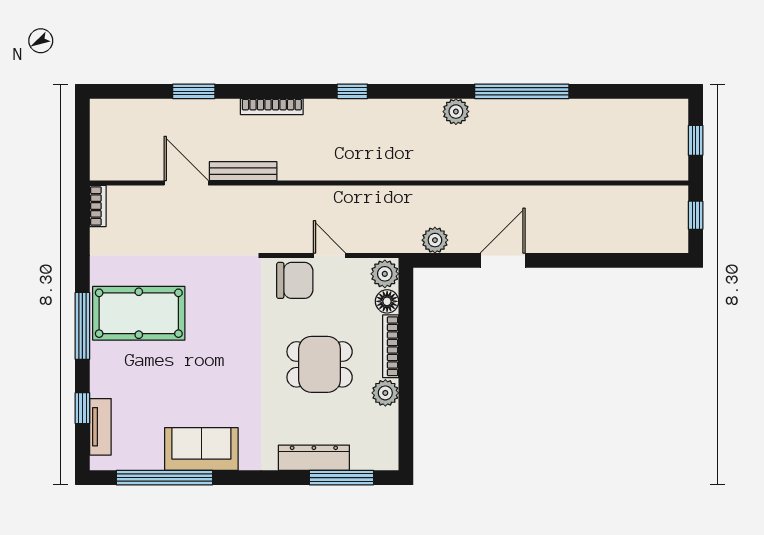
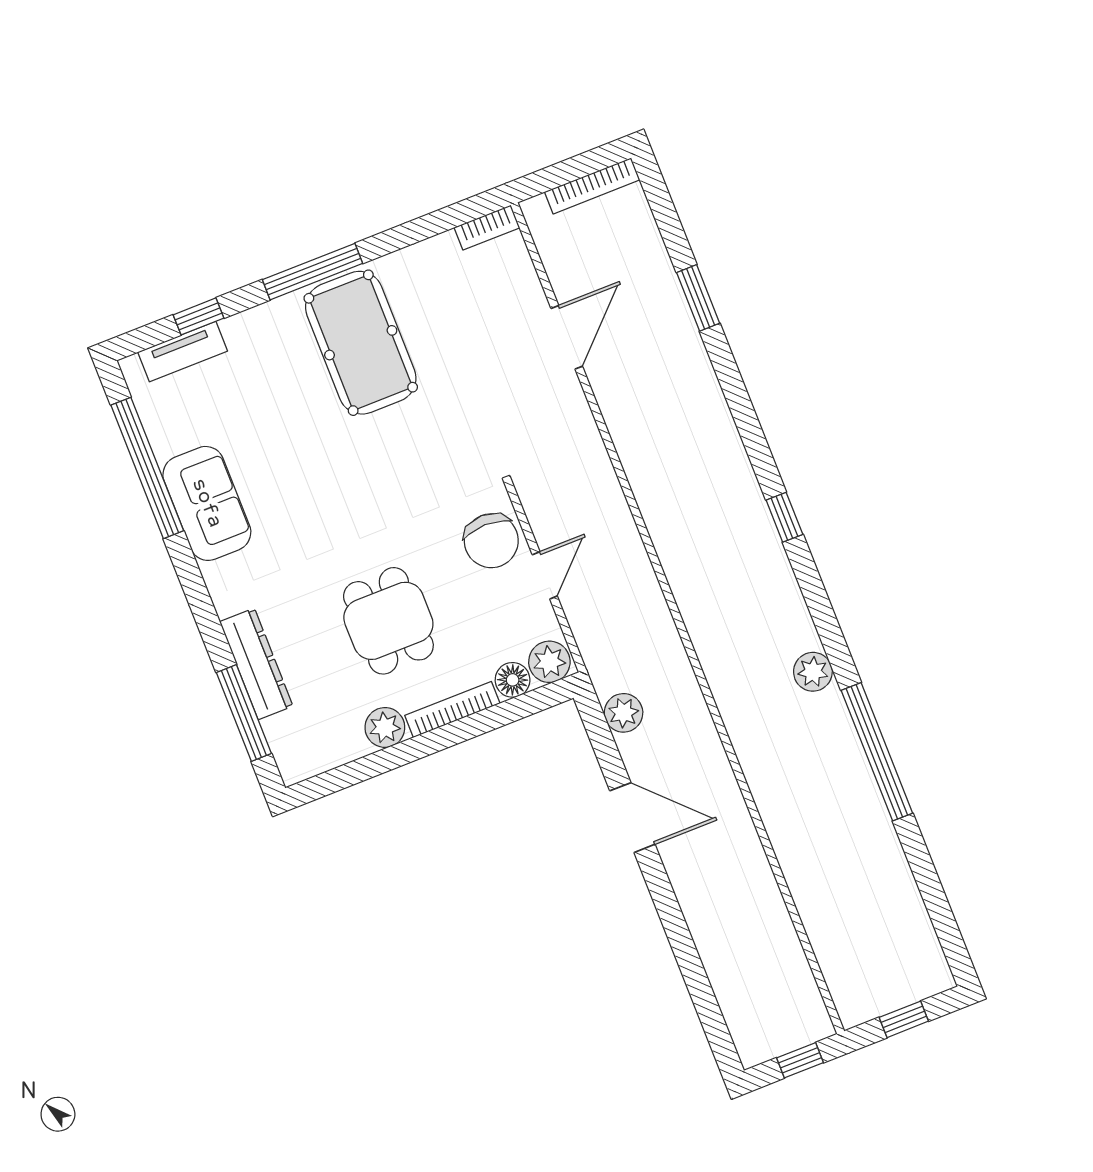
bookcase: (272, 107) -> (592, 186), moved, turned -90
bench: (243, 171) -> (614, 410), removed

